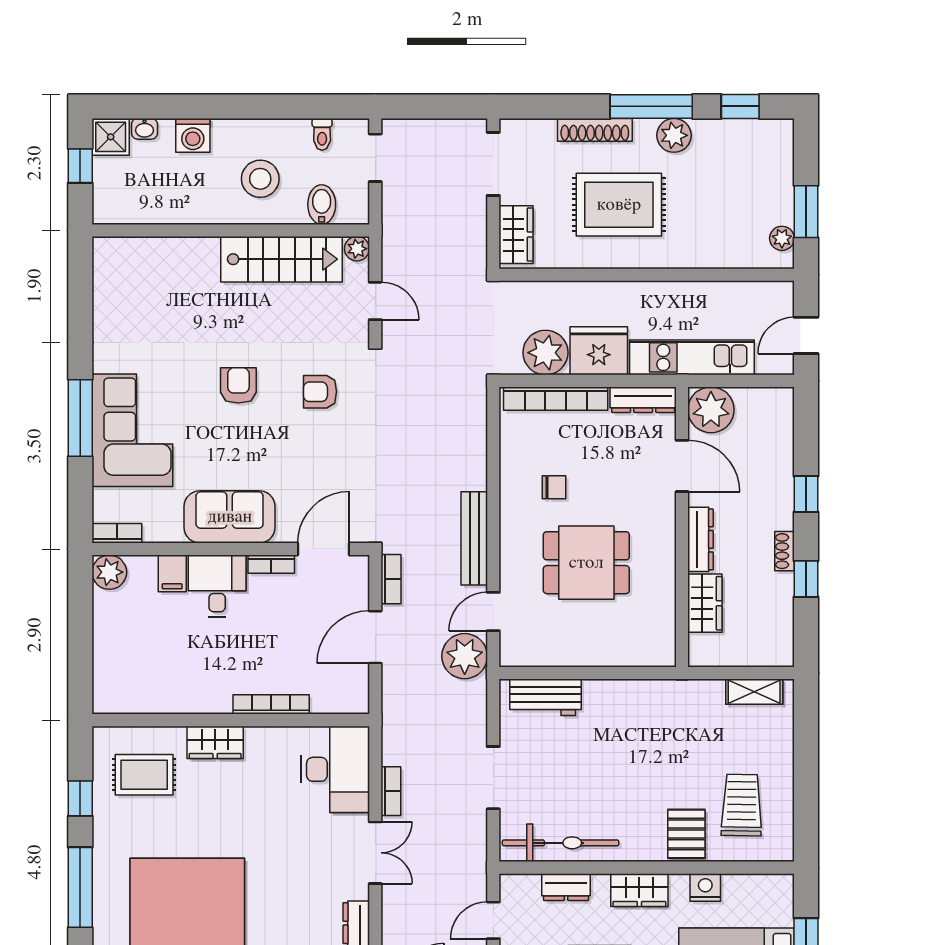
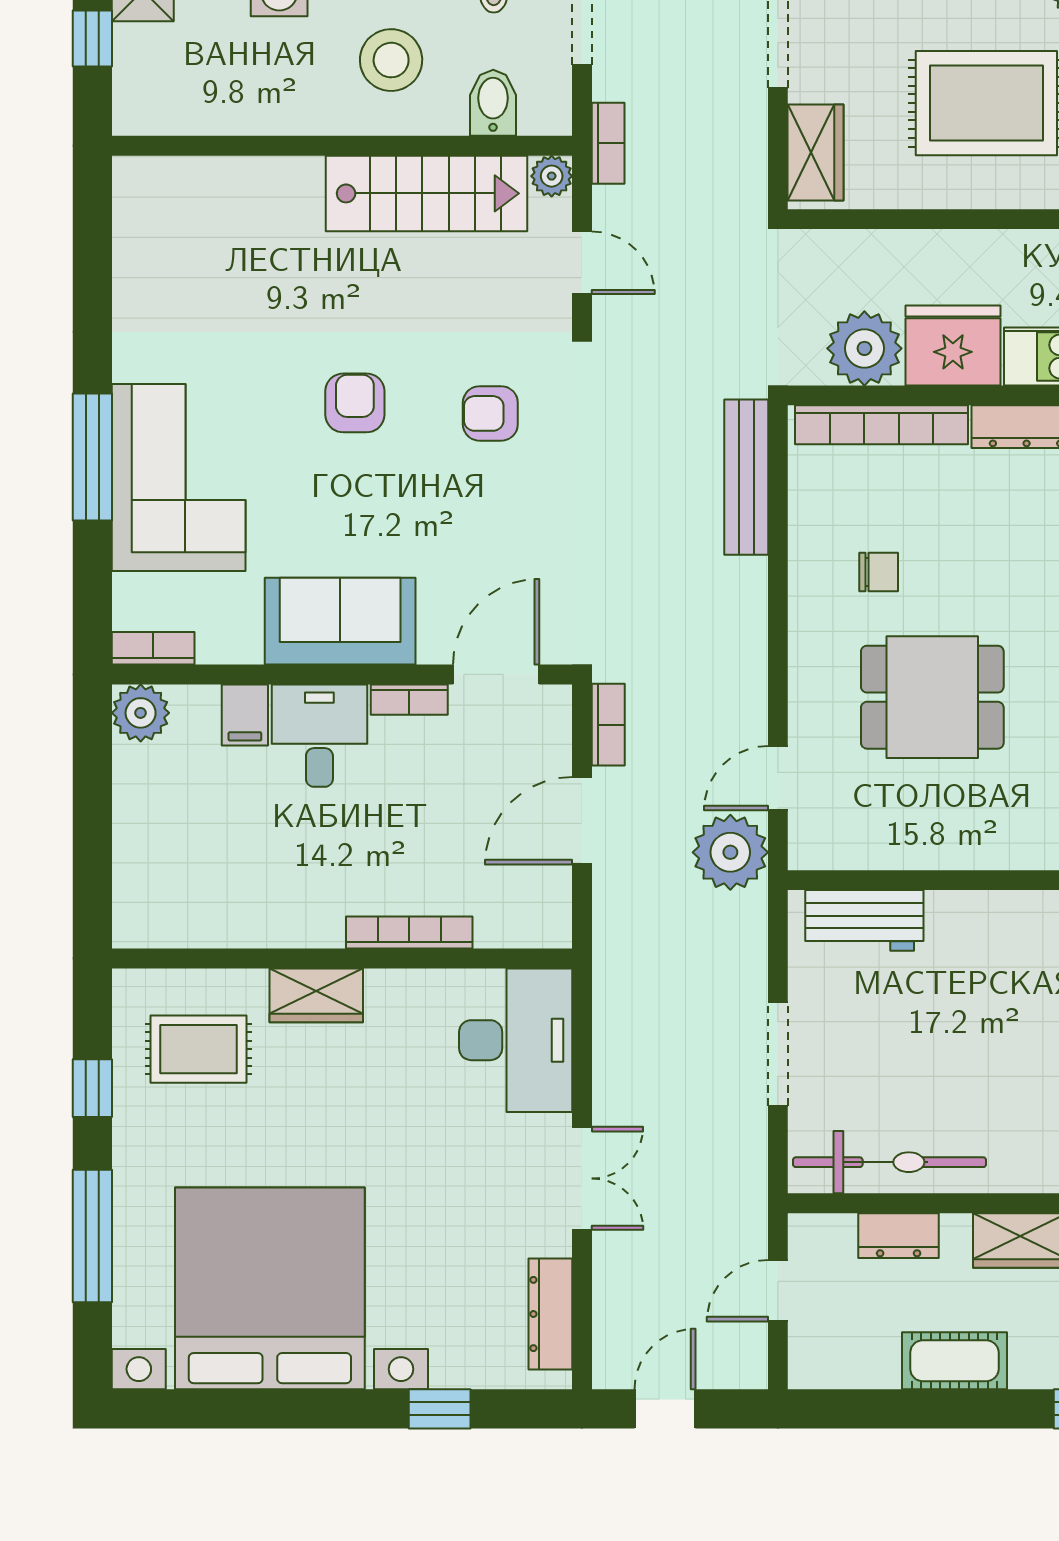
bench: (474, 538) -> (746, 477), moved
bookcase: (391, 791) -> (608, 143), moved

